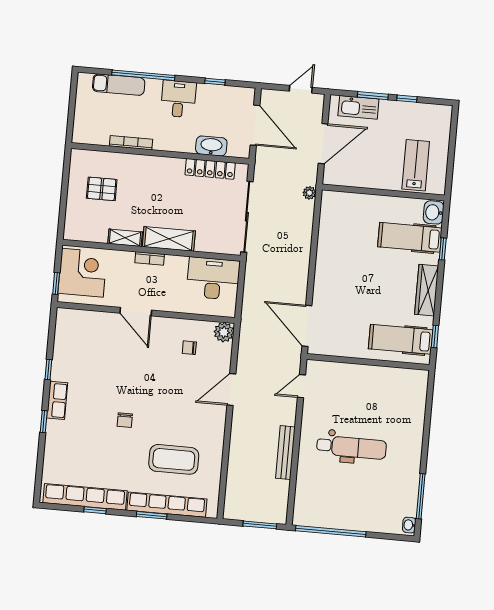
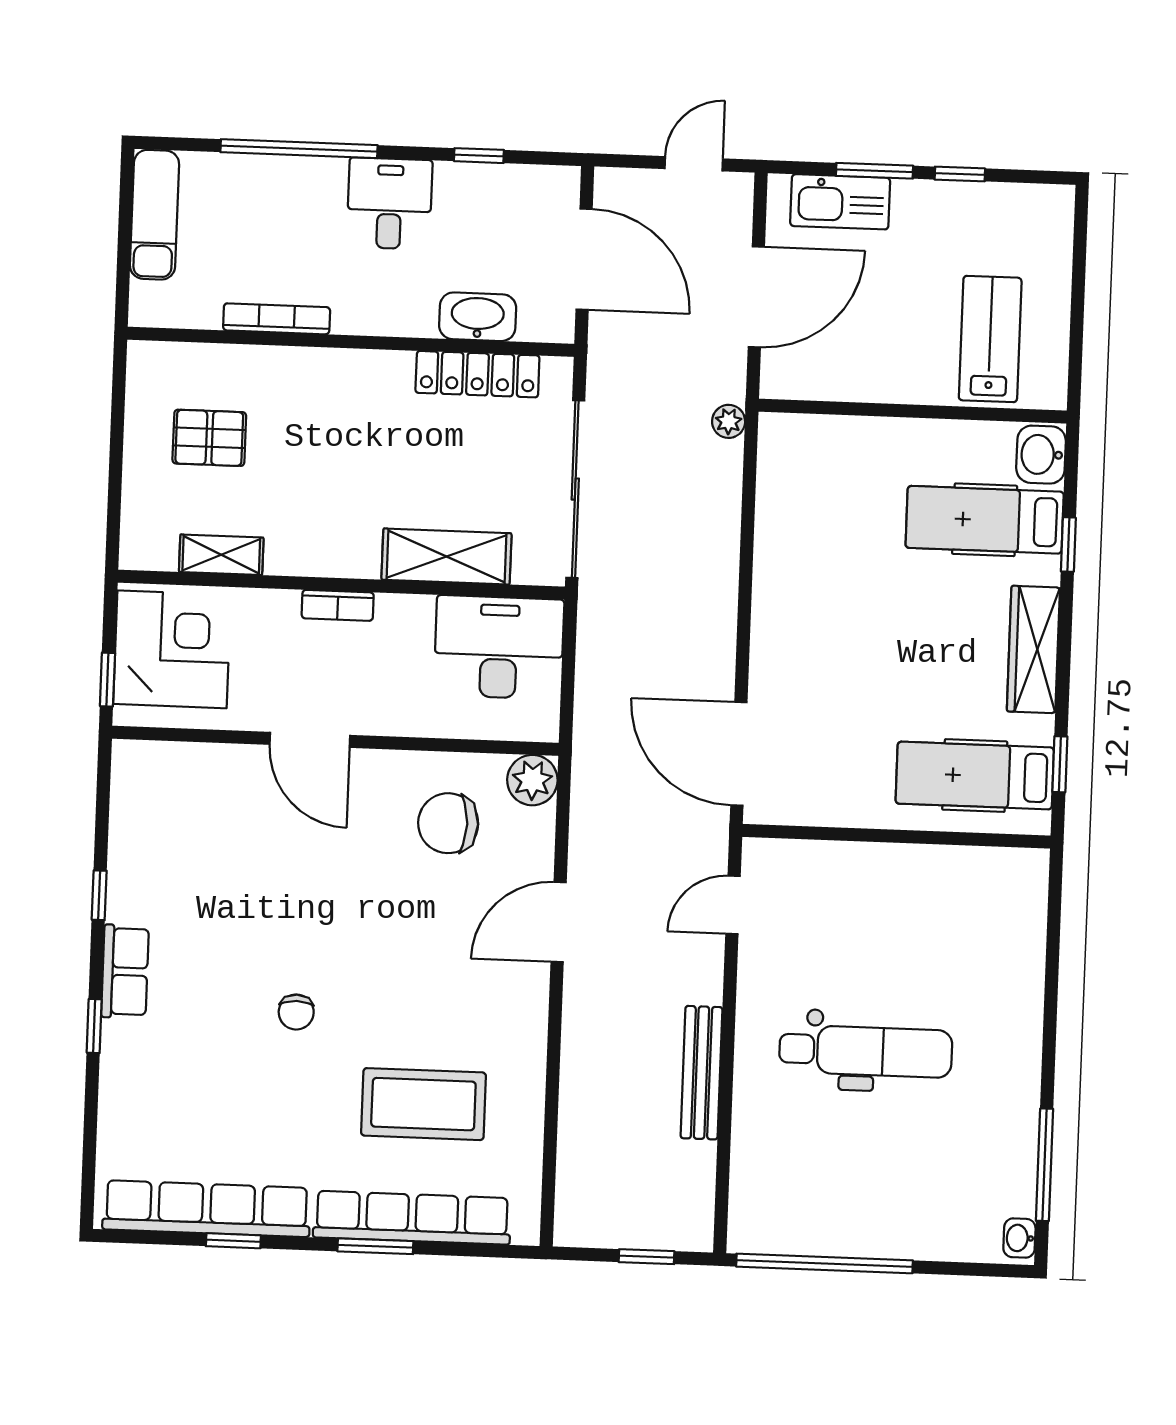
exam couch: (119, 85) -> (154, 215), moved, turned -90
shelving: (125, 238) -> (221, 555), moved
shelving: (169, 239) -> (446, 556), moved
chair: (189, 348) -> (448, 823), width x1.87, depth x1.87
window: (260, 525) -> (647, 1257), width x0.67

